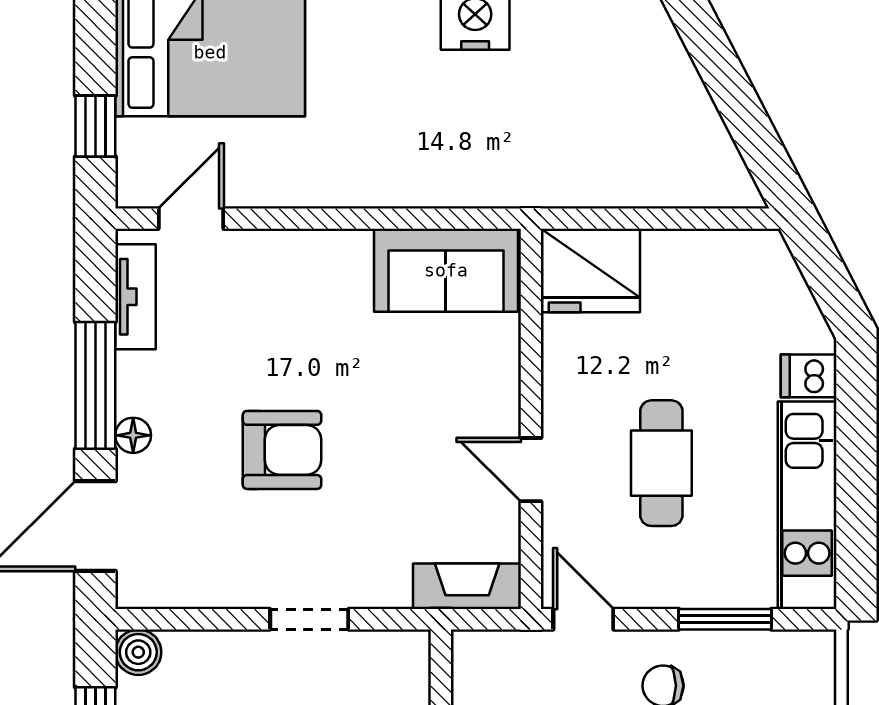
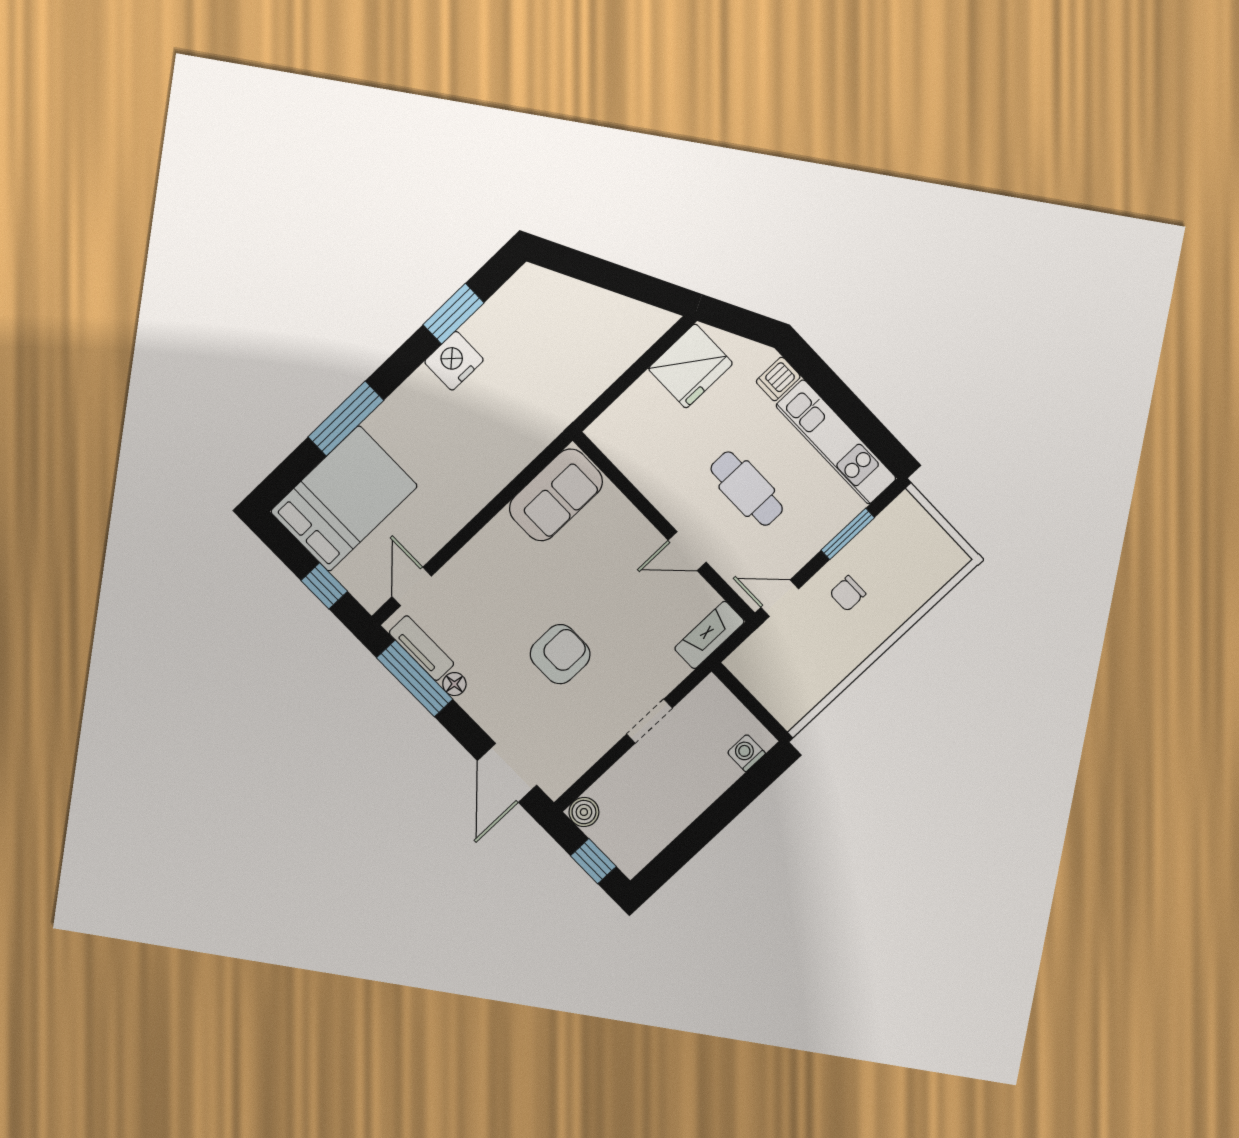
fridge: (590, 271) -> (691, 366), moved
window: (95, 385) -> (415, 678), moved
floor lamp: (133, 435) -> (454, 684), moved

